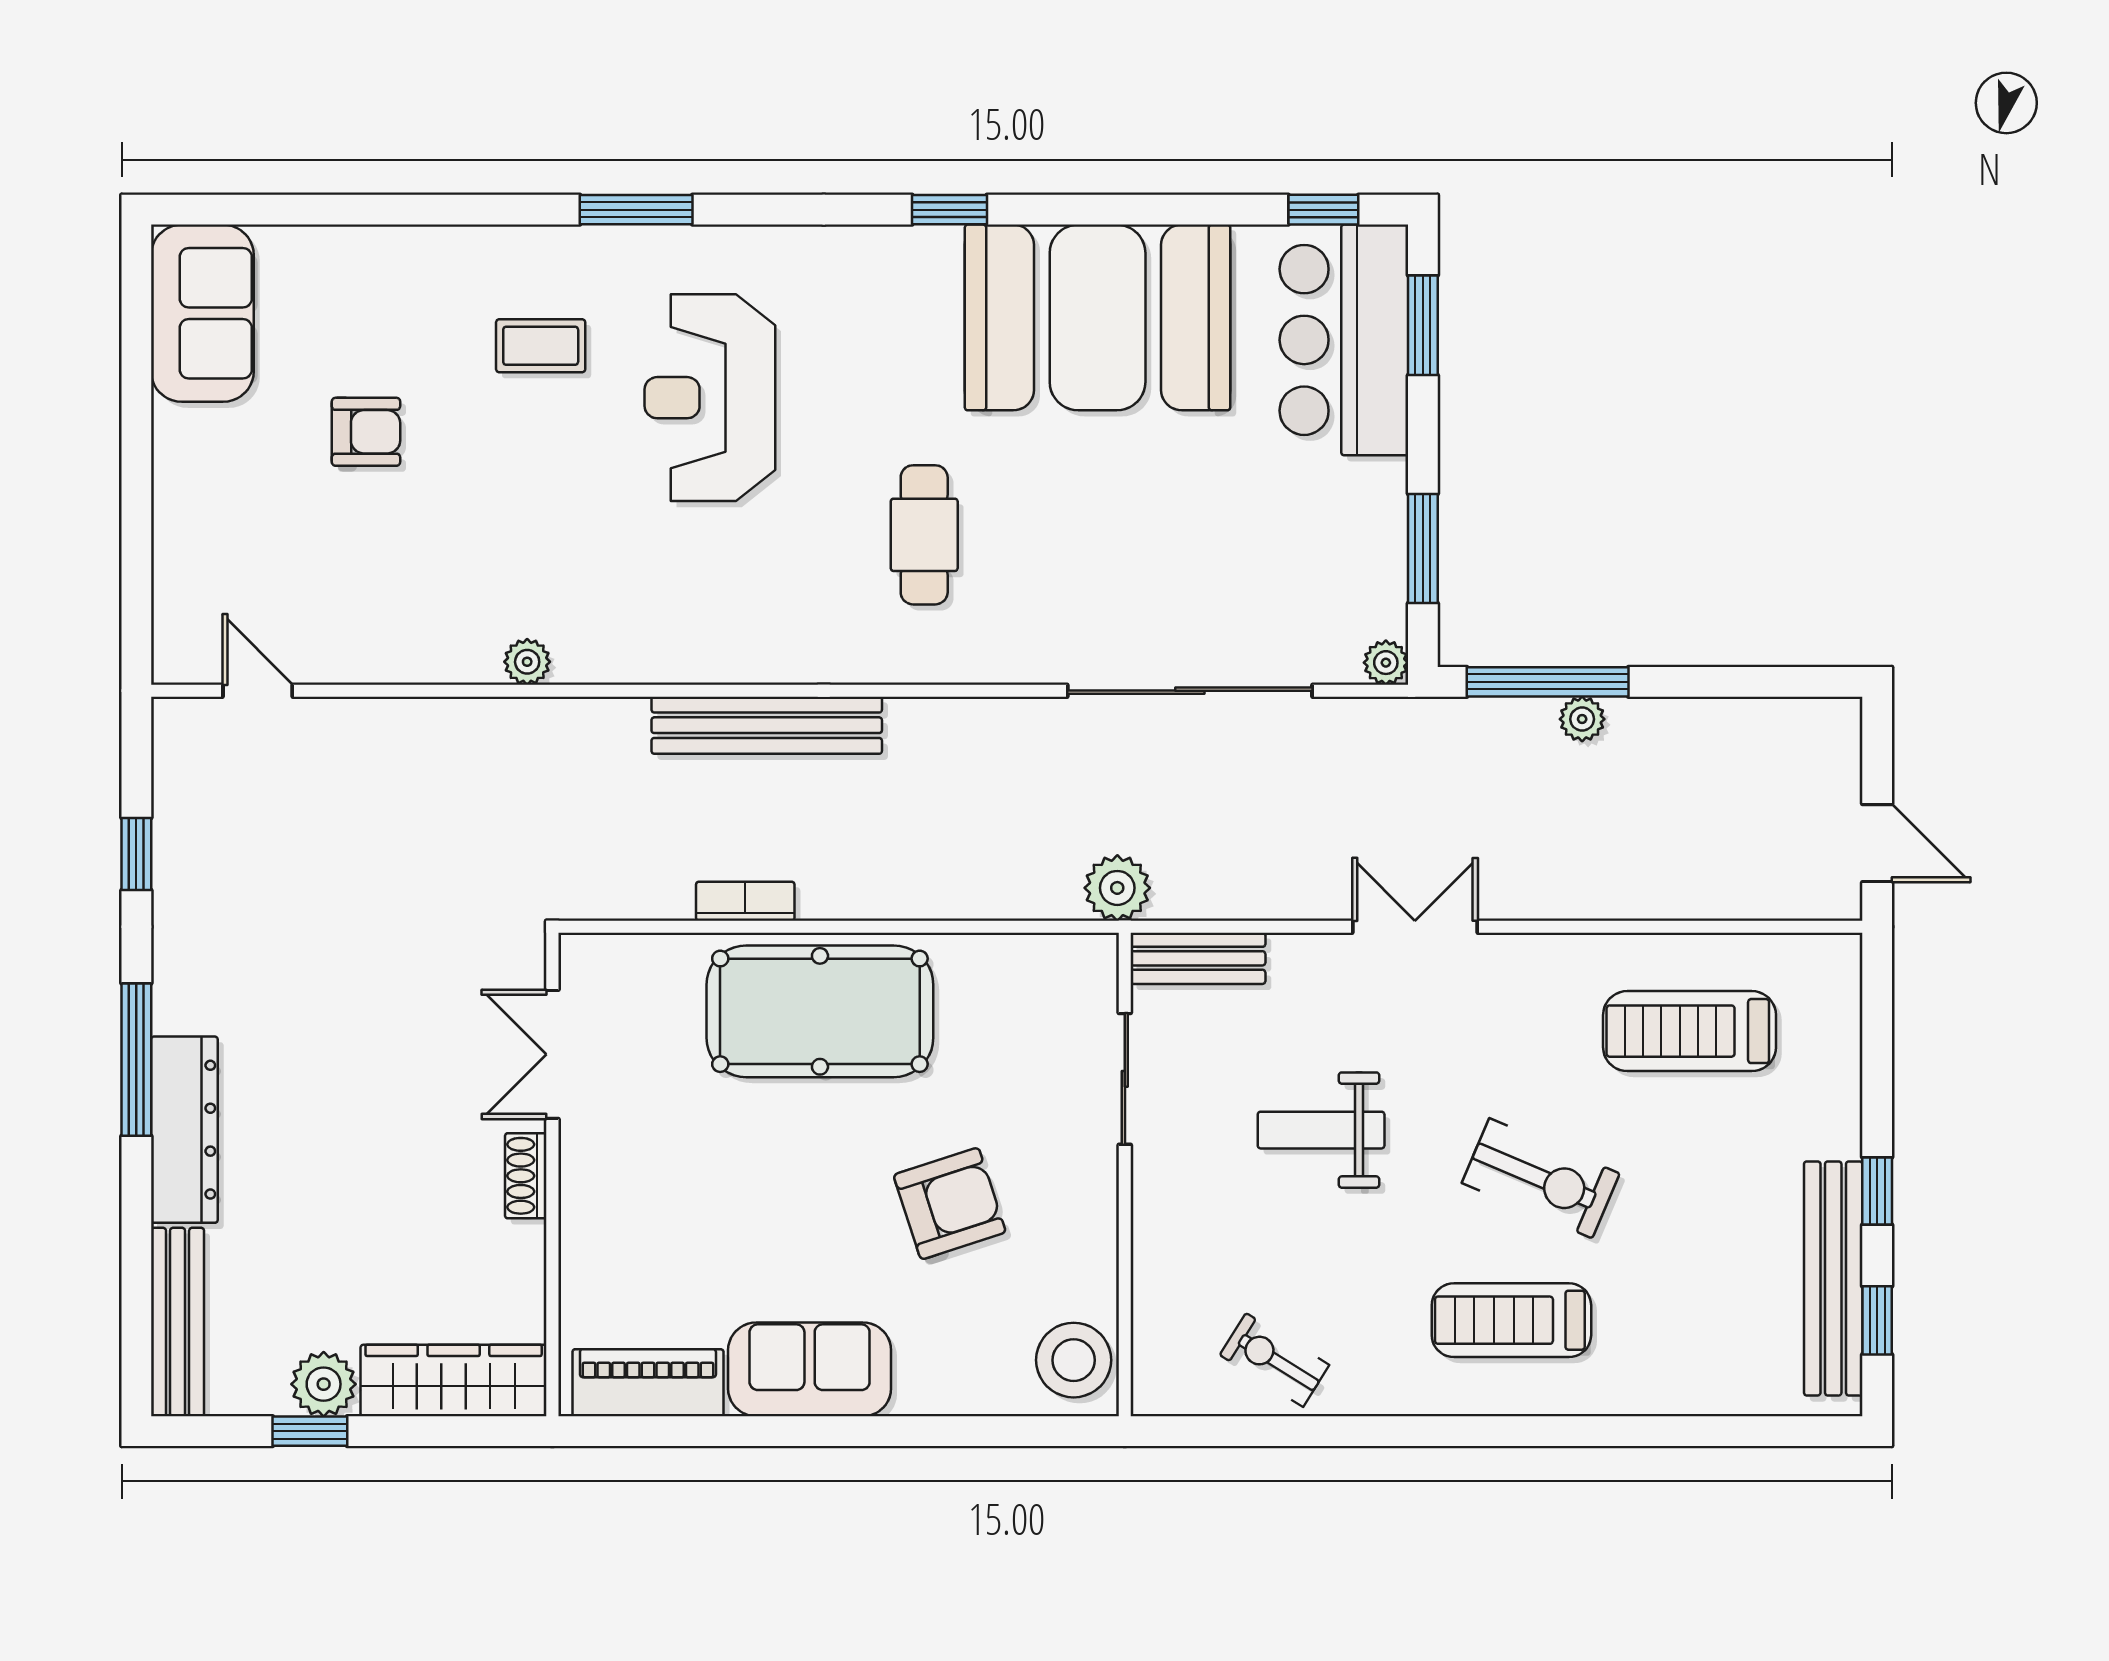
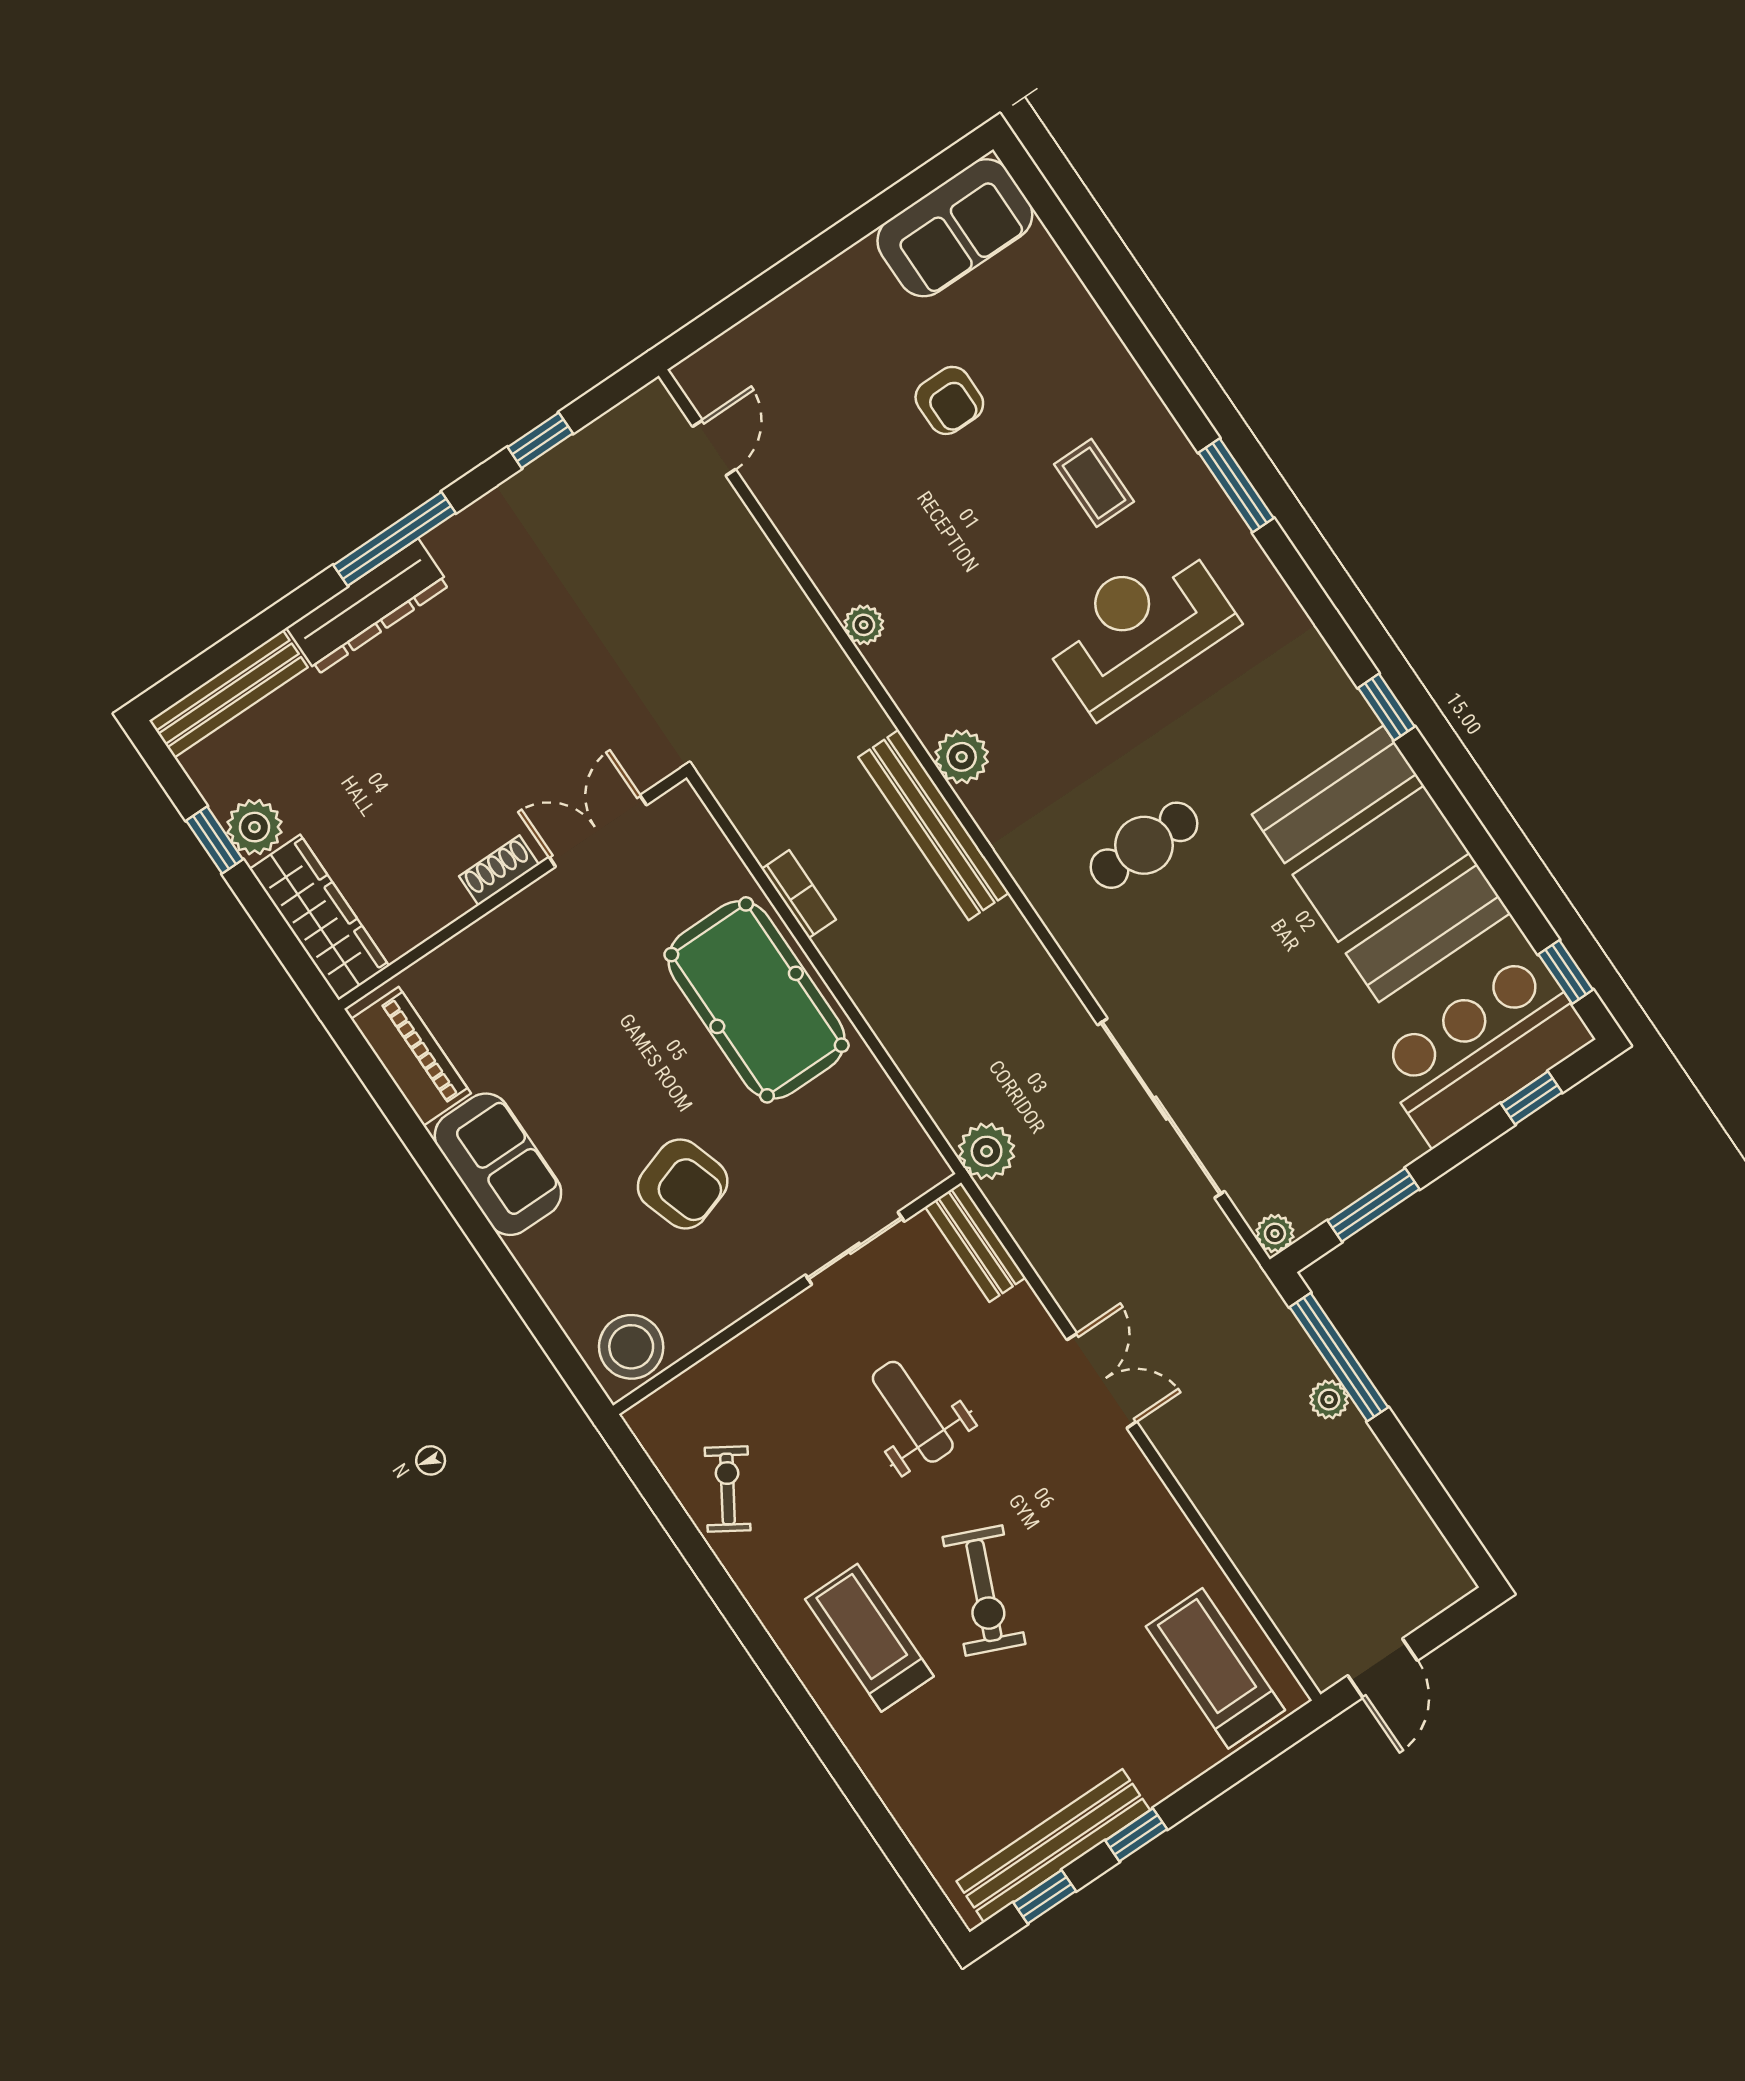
window: (1423, 325) -> (1531, 1098), width x0.67
plant: (719, 653) -> (962, 757), added
treadmill: (1690, 1031) -> (1215, 1668), moved

